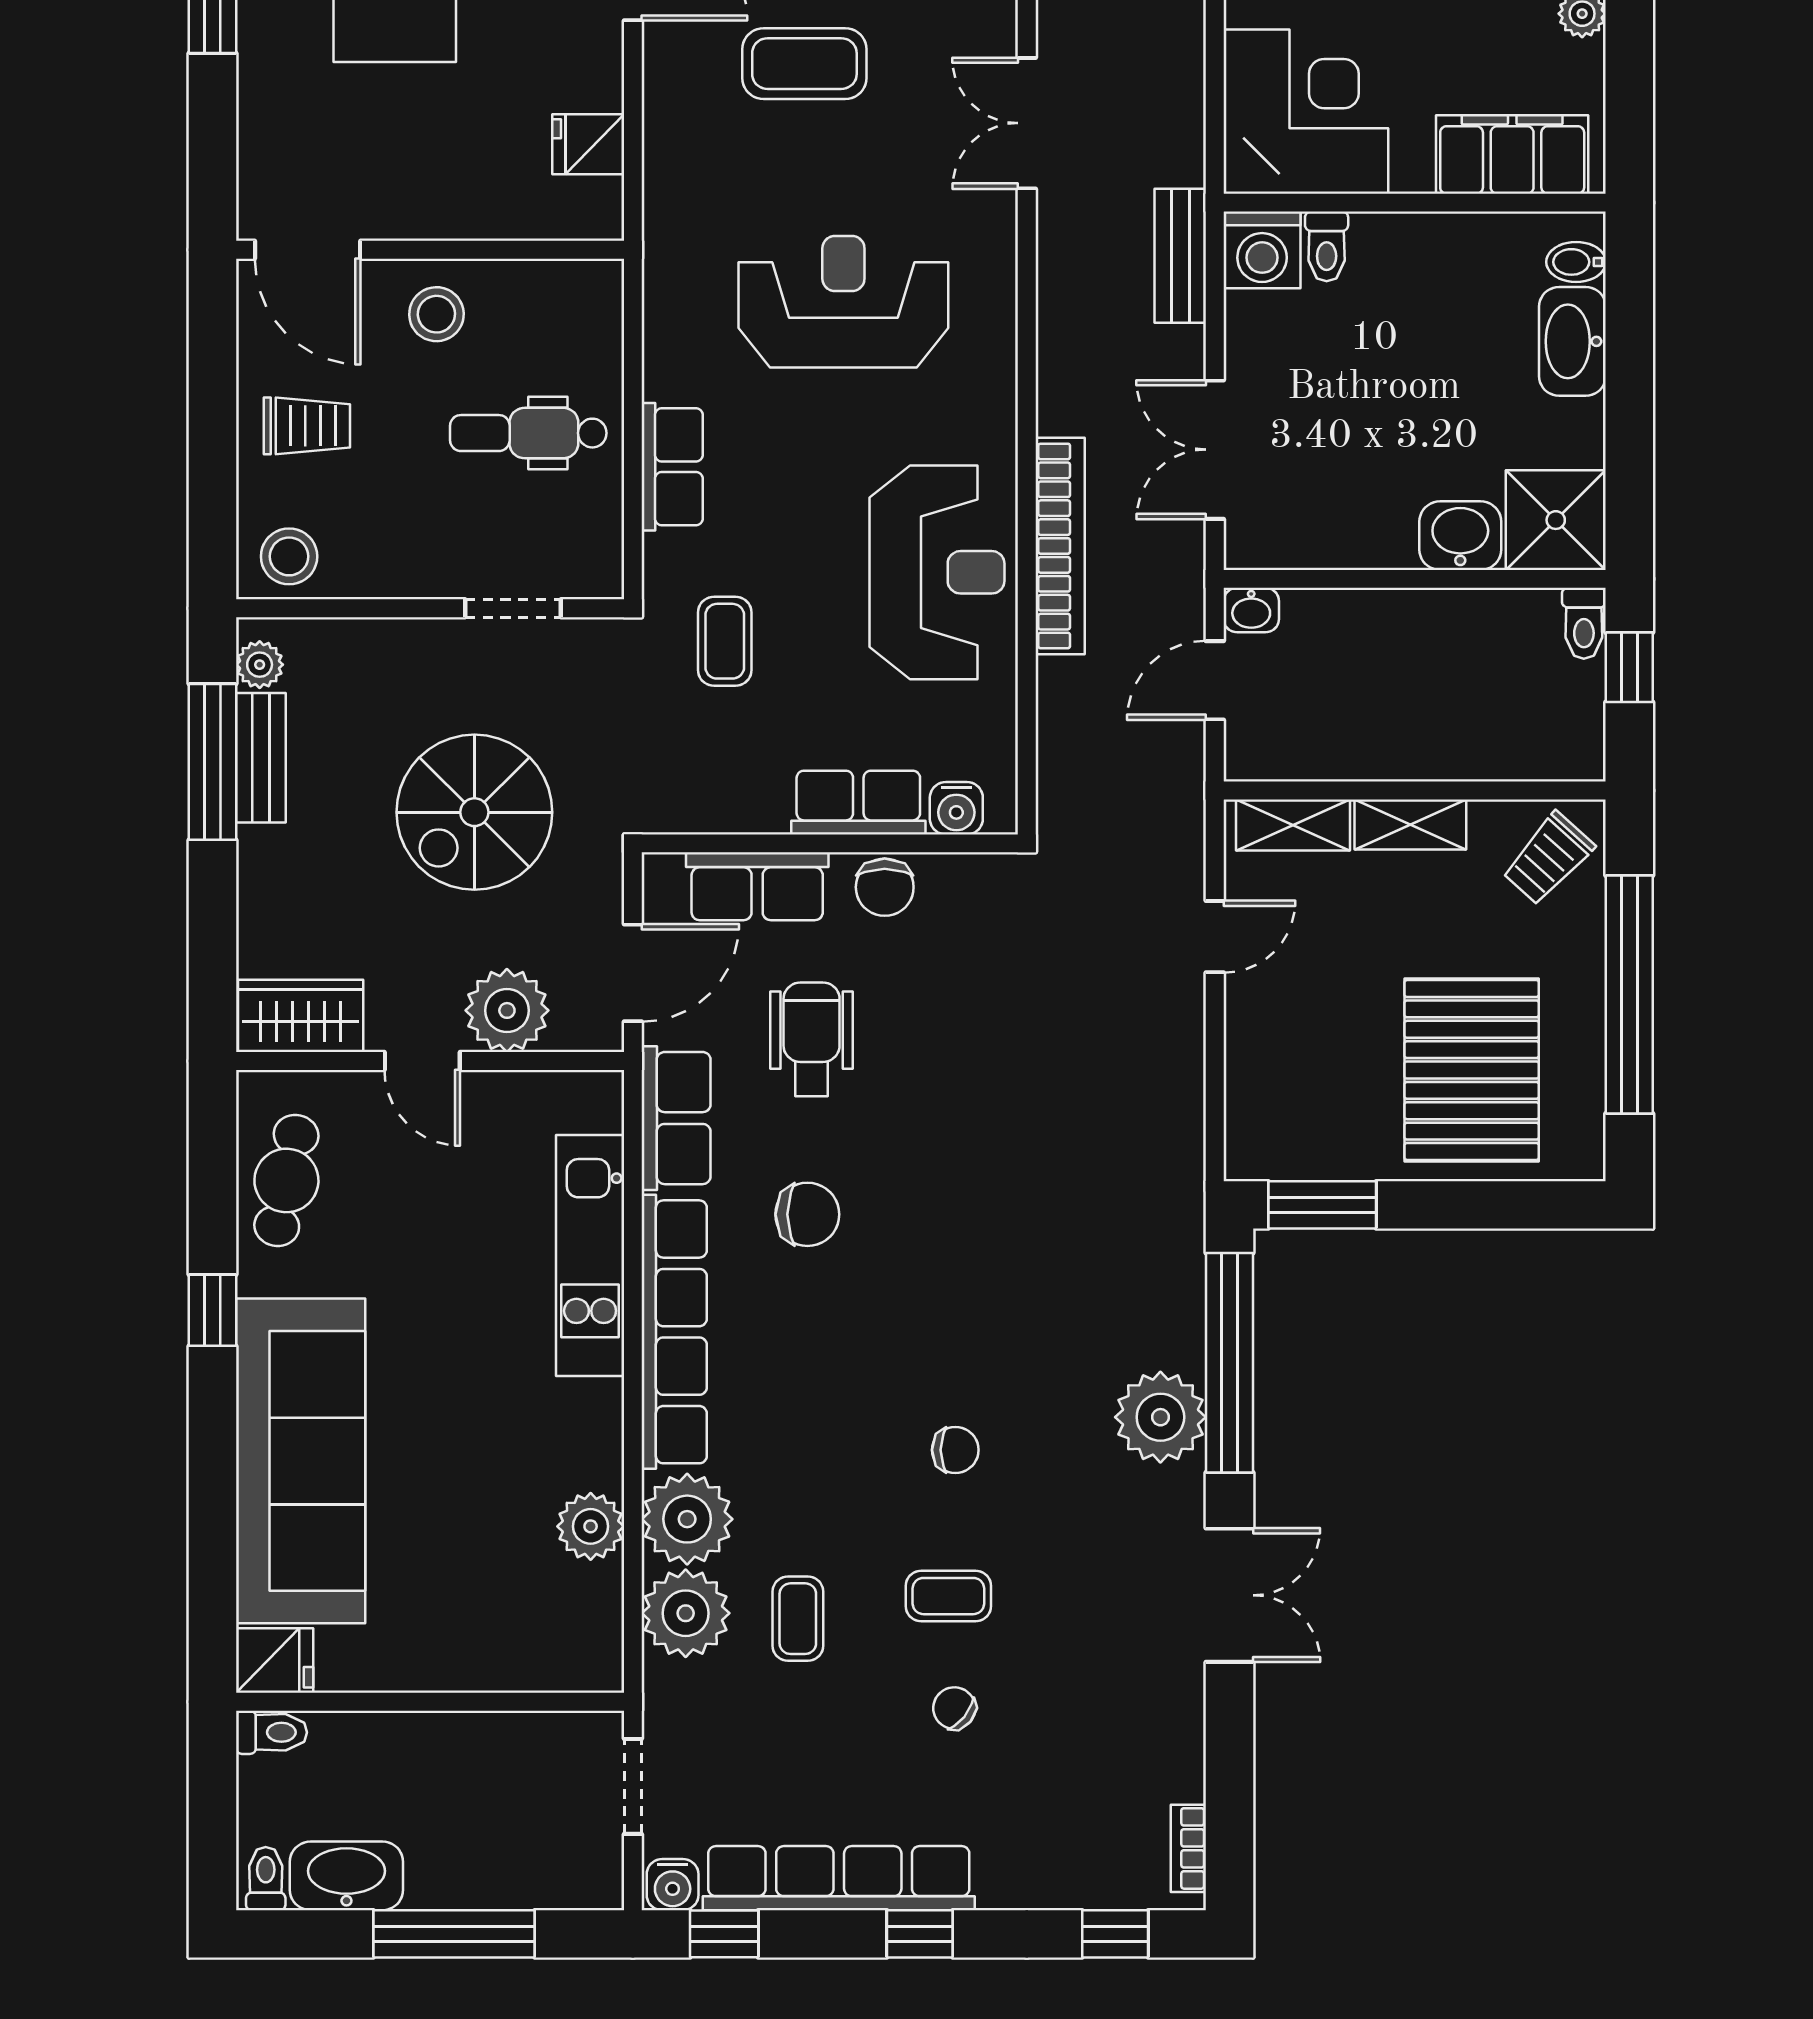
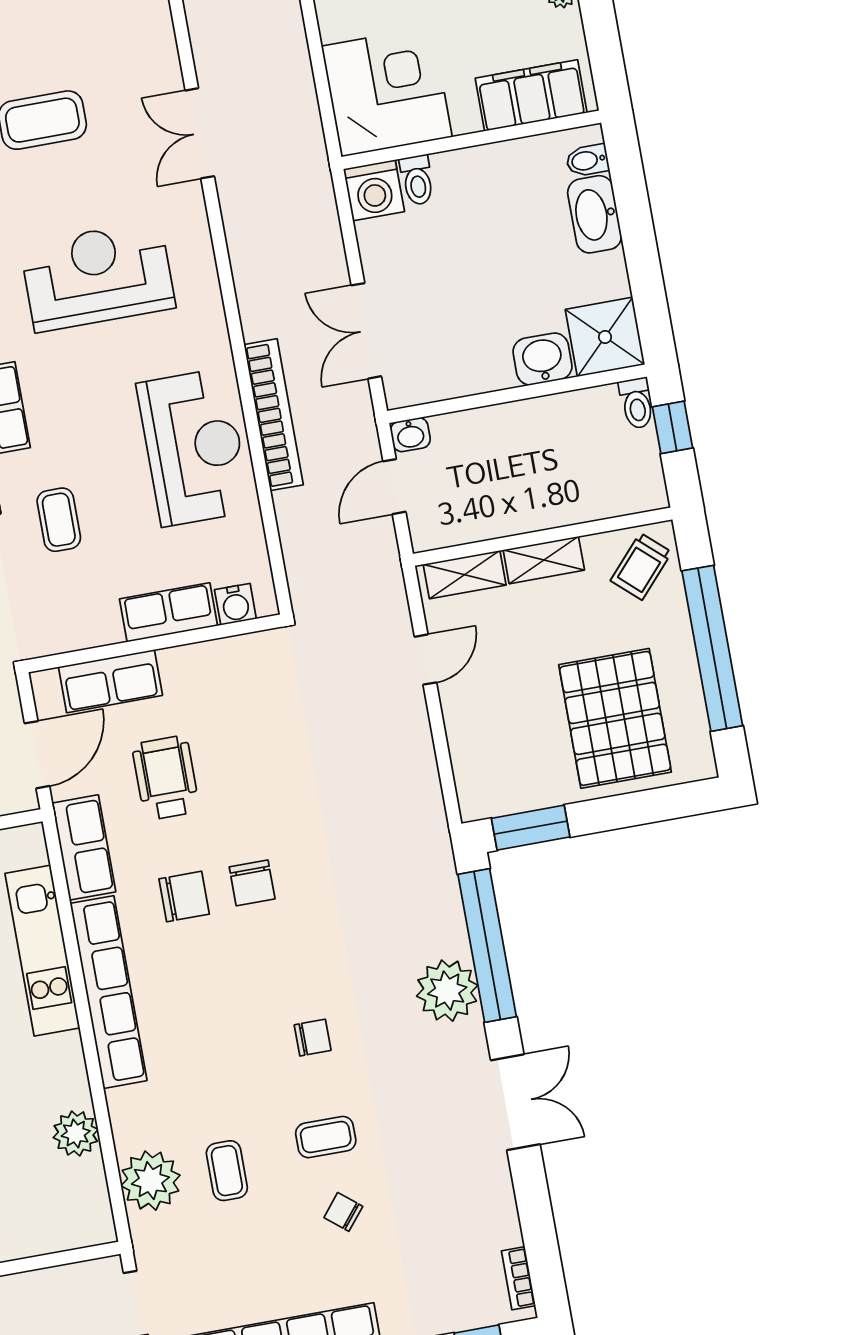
bench: (1180, 256) -> (320, 204), removed
chair: (885, 887) -> (252, 883), moved
plant: (687, 1519) -> (140, 1117), removed

